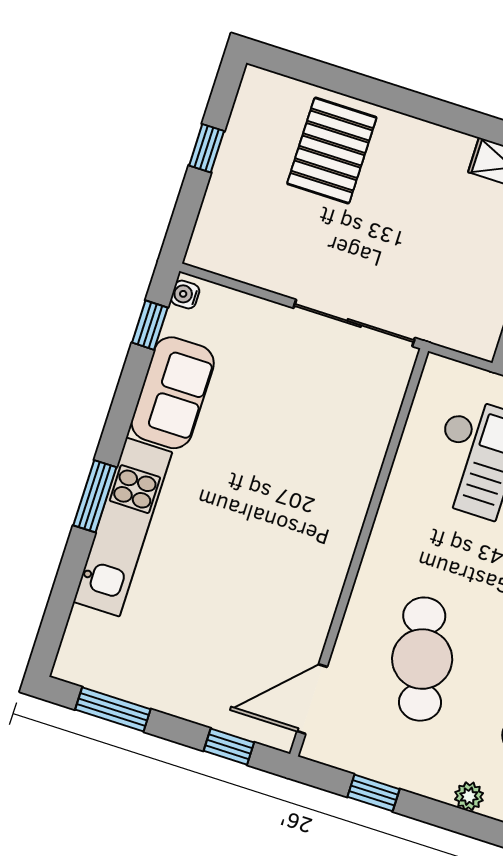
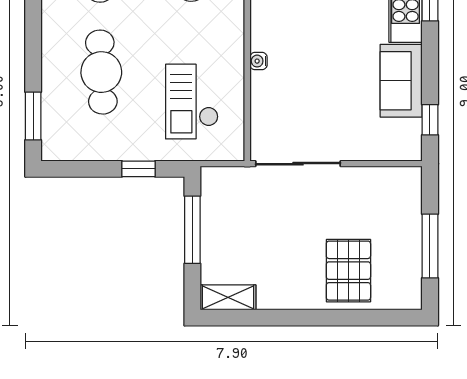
window: (207, 148) -> (430, 246), width x2.17
water cooler: (185, 295) -> (258, 61), moved, turned 180

